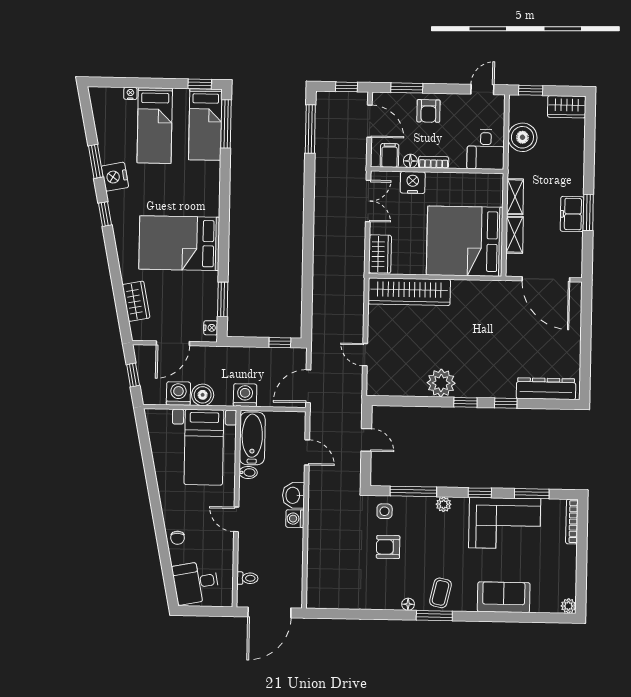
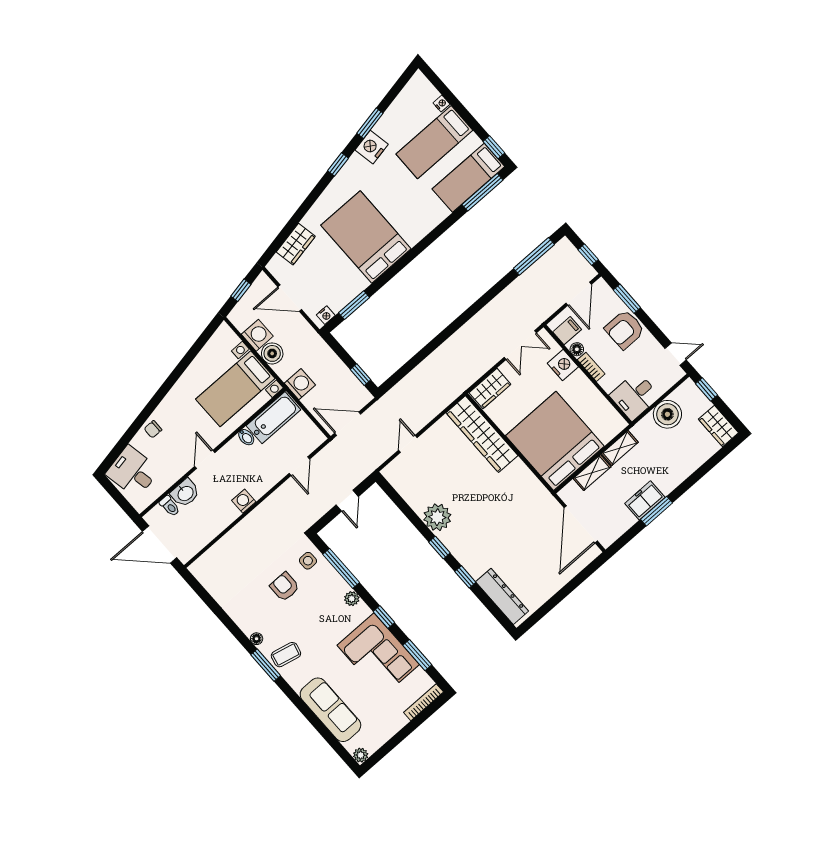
armchair: (428, 111) -> (625, 329), width x1.38, depth x1.38
washbasin: (293, 495) -> (185, 493), moved, turned 180
sofa: (504, 597) -> (330, 710), width x1.36

